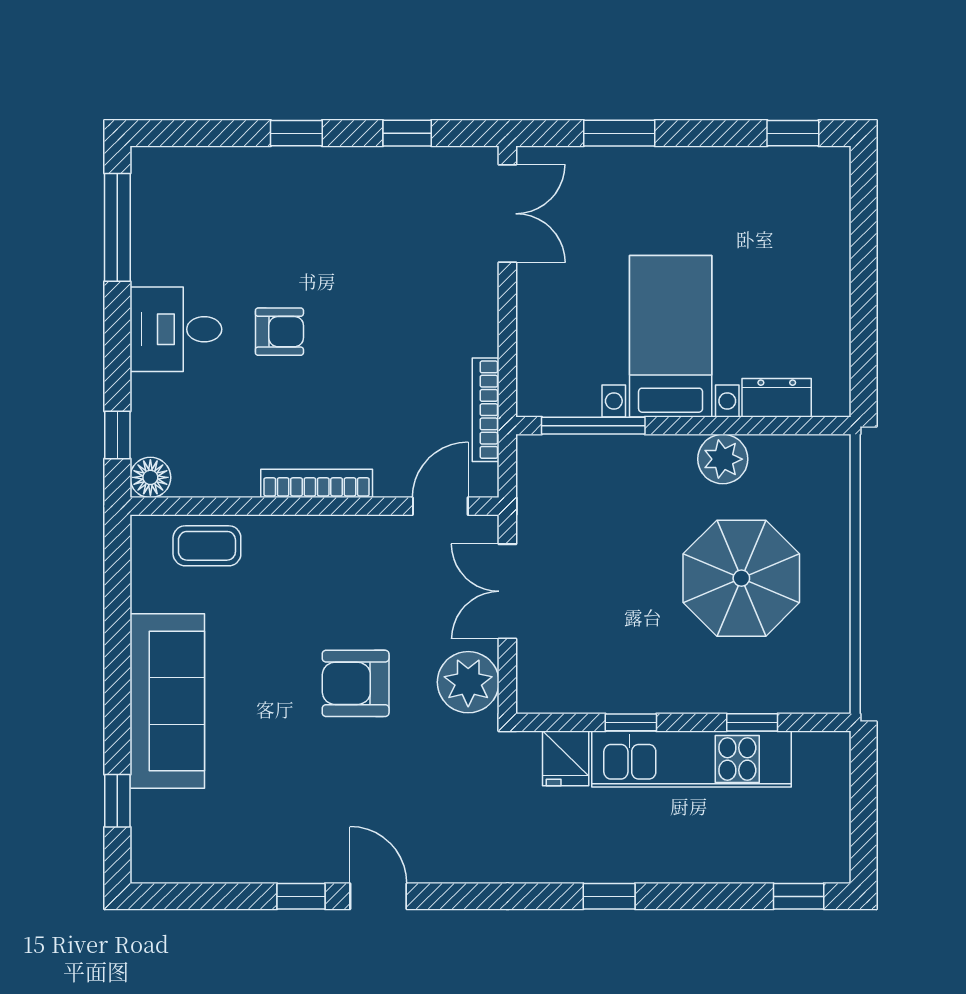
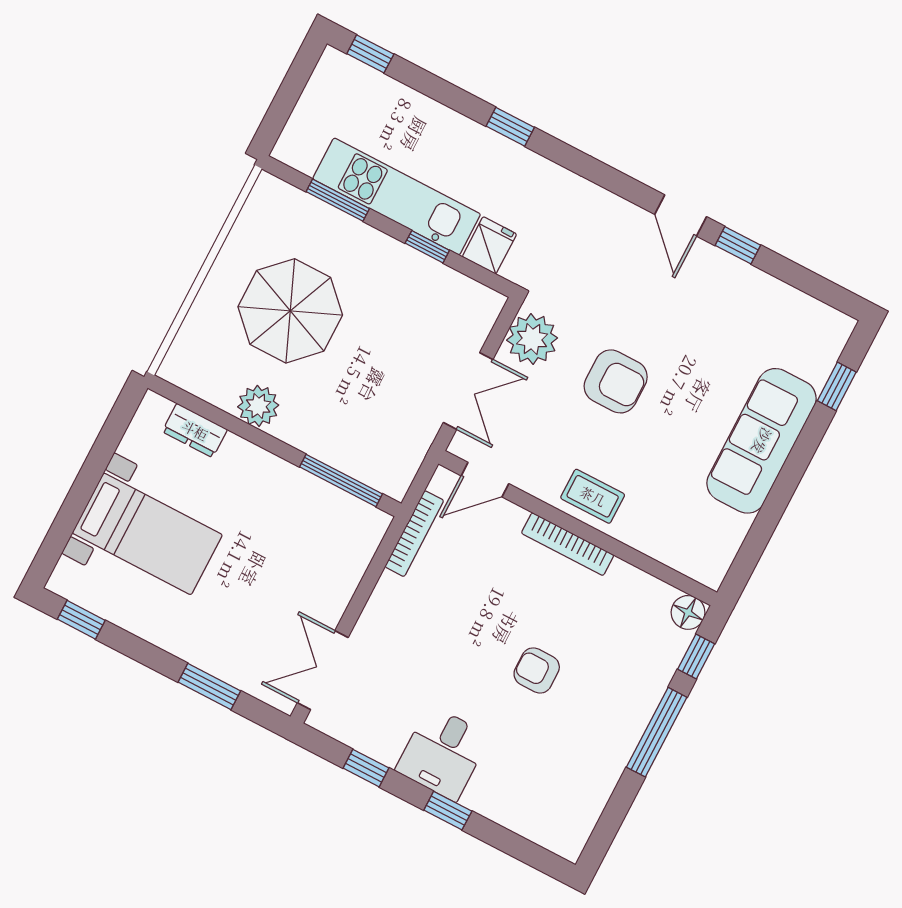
window: (117, 227) -> (657, 732), moved
desk: (176, 329) -> (443, 753), moved, turned 90
bed with nightstands: (671, 336) -> (147, 534), moved, turned -90
coffee table: (207, 546) -> (593, 496), moved
window: (752, 722) -> (338, 200), width x1.50

